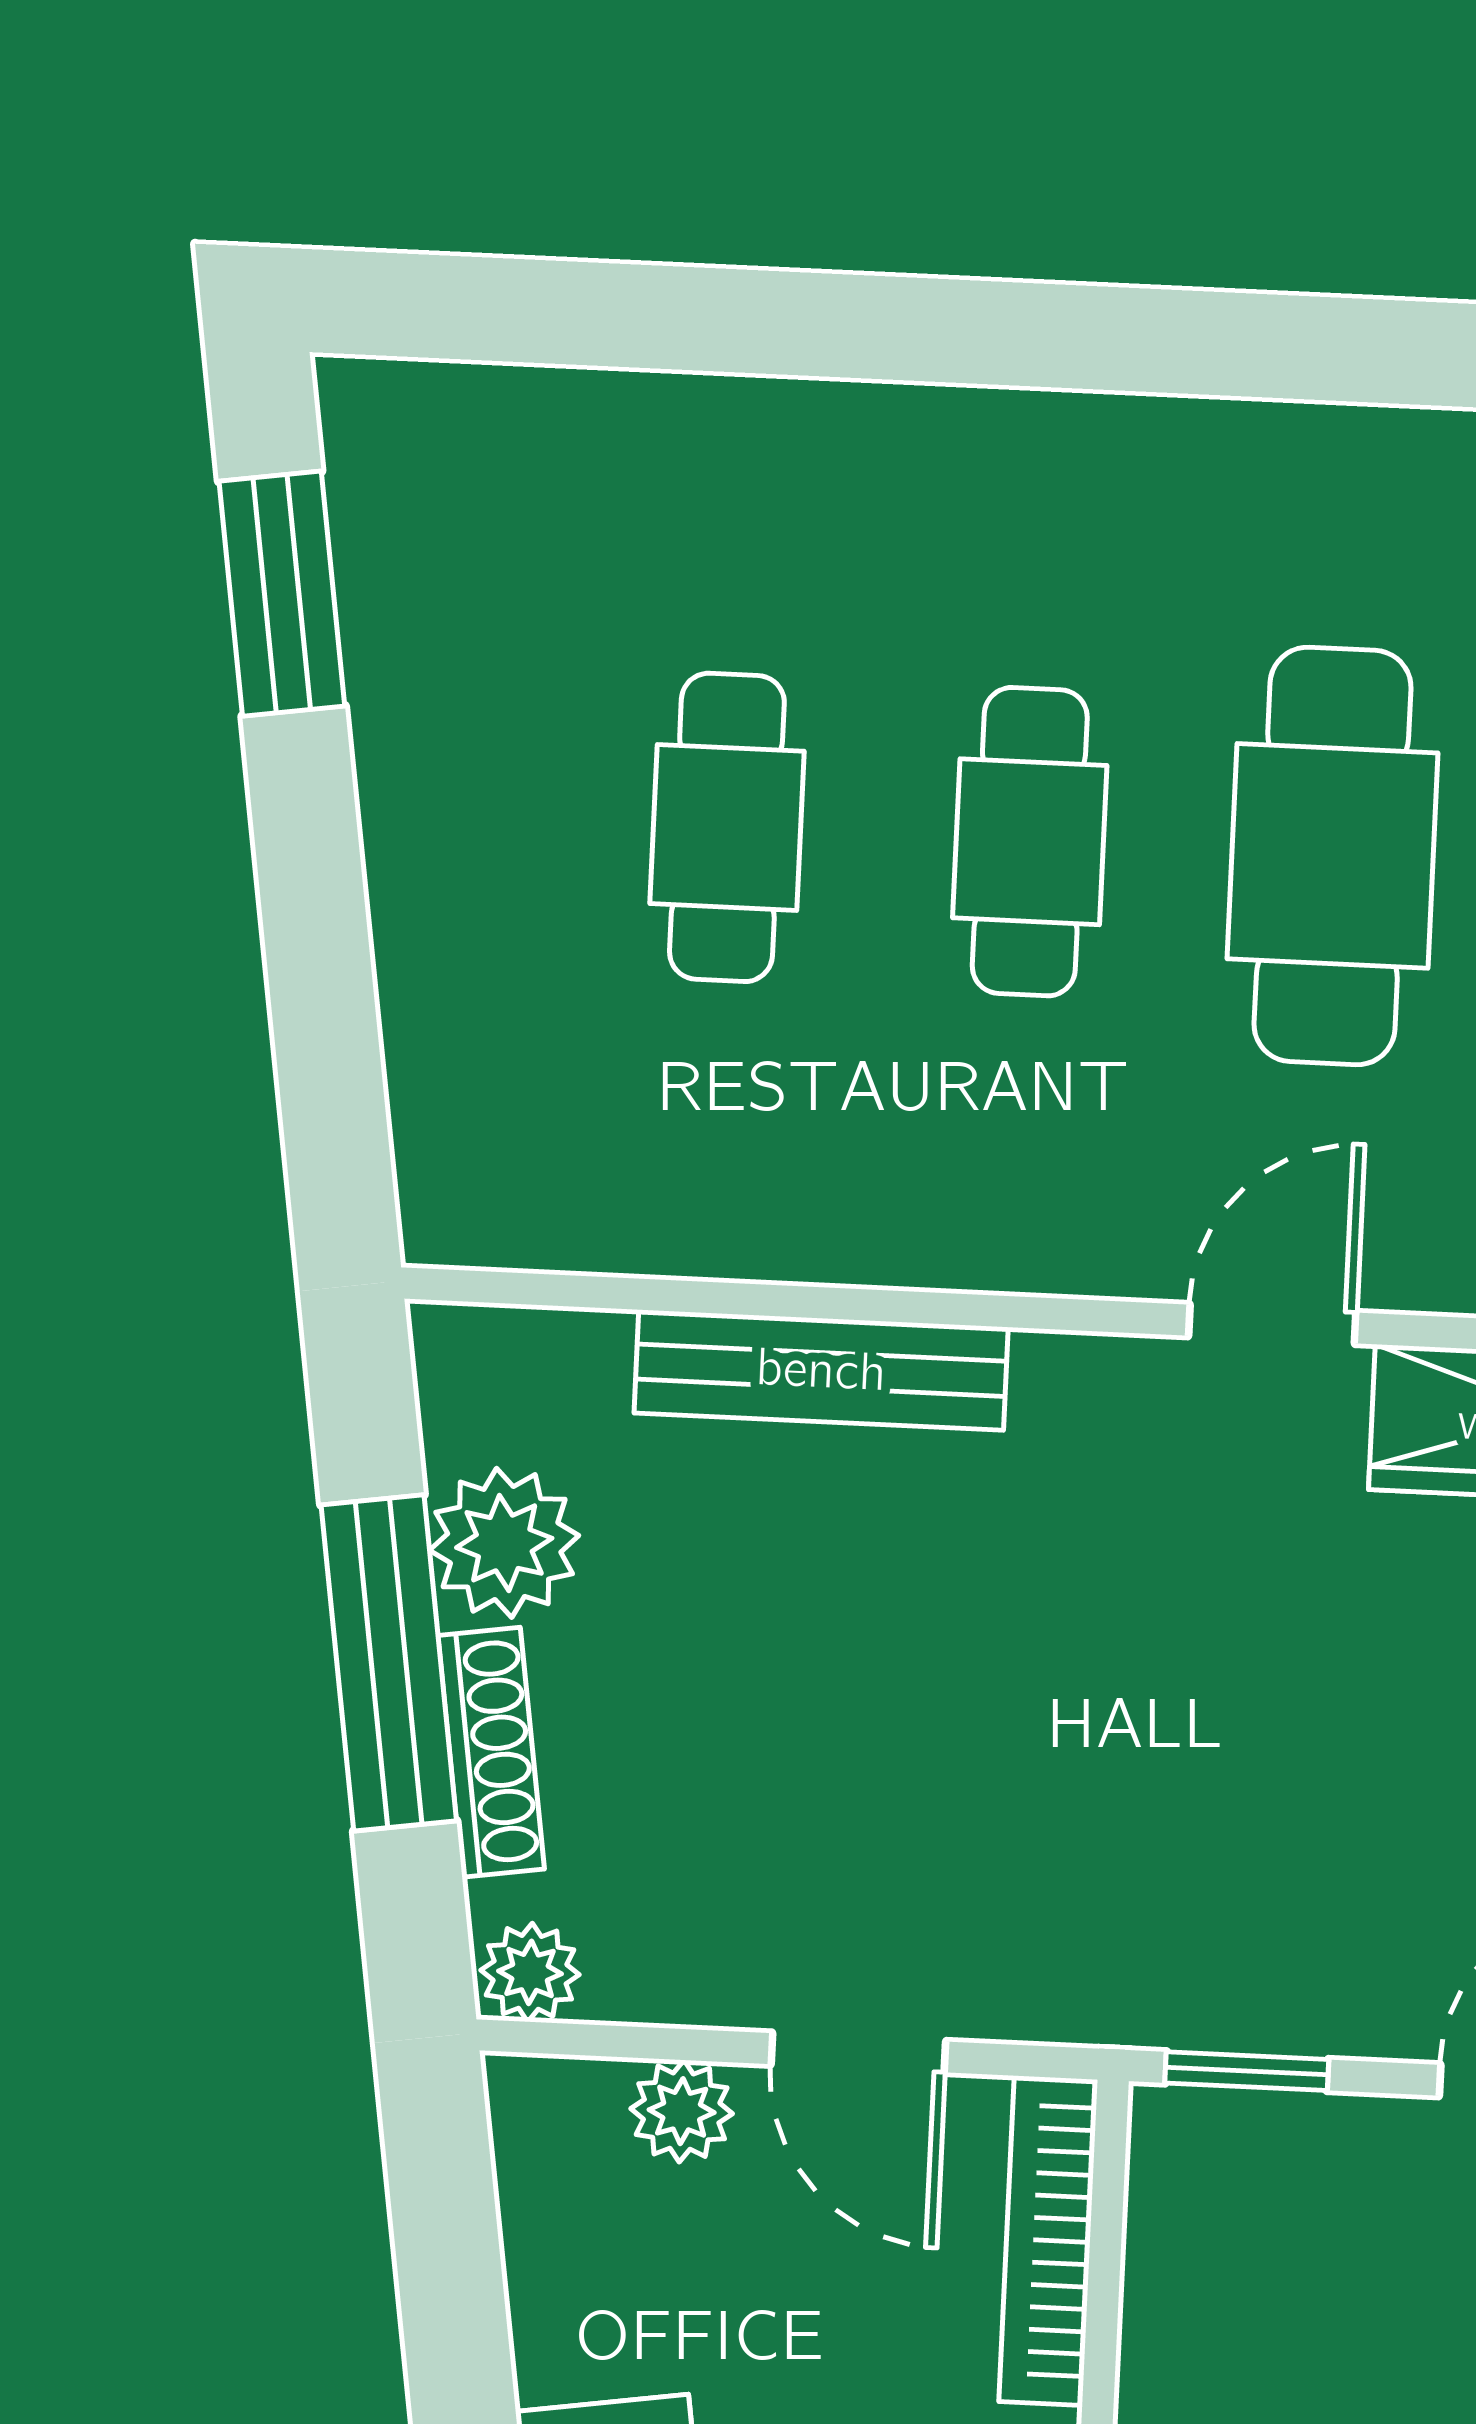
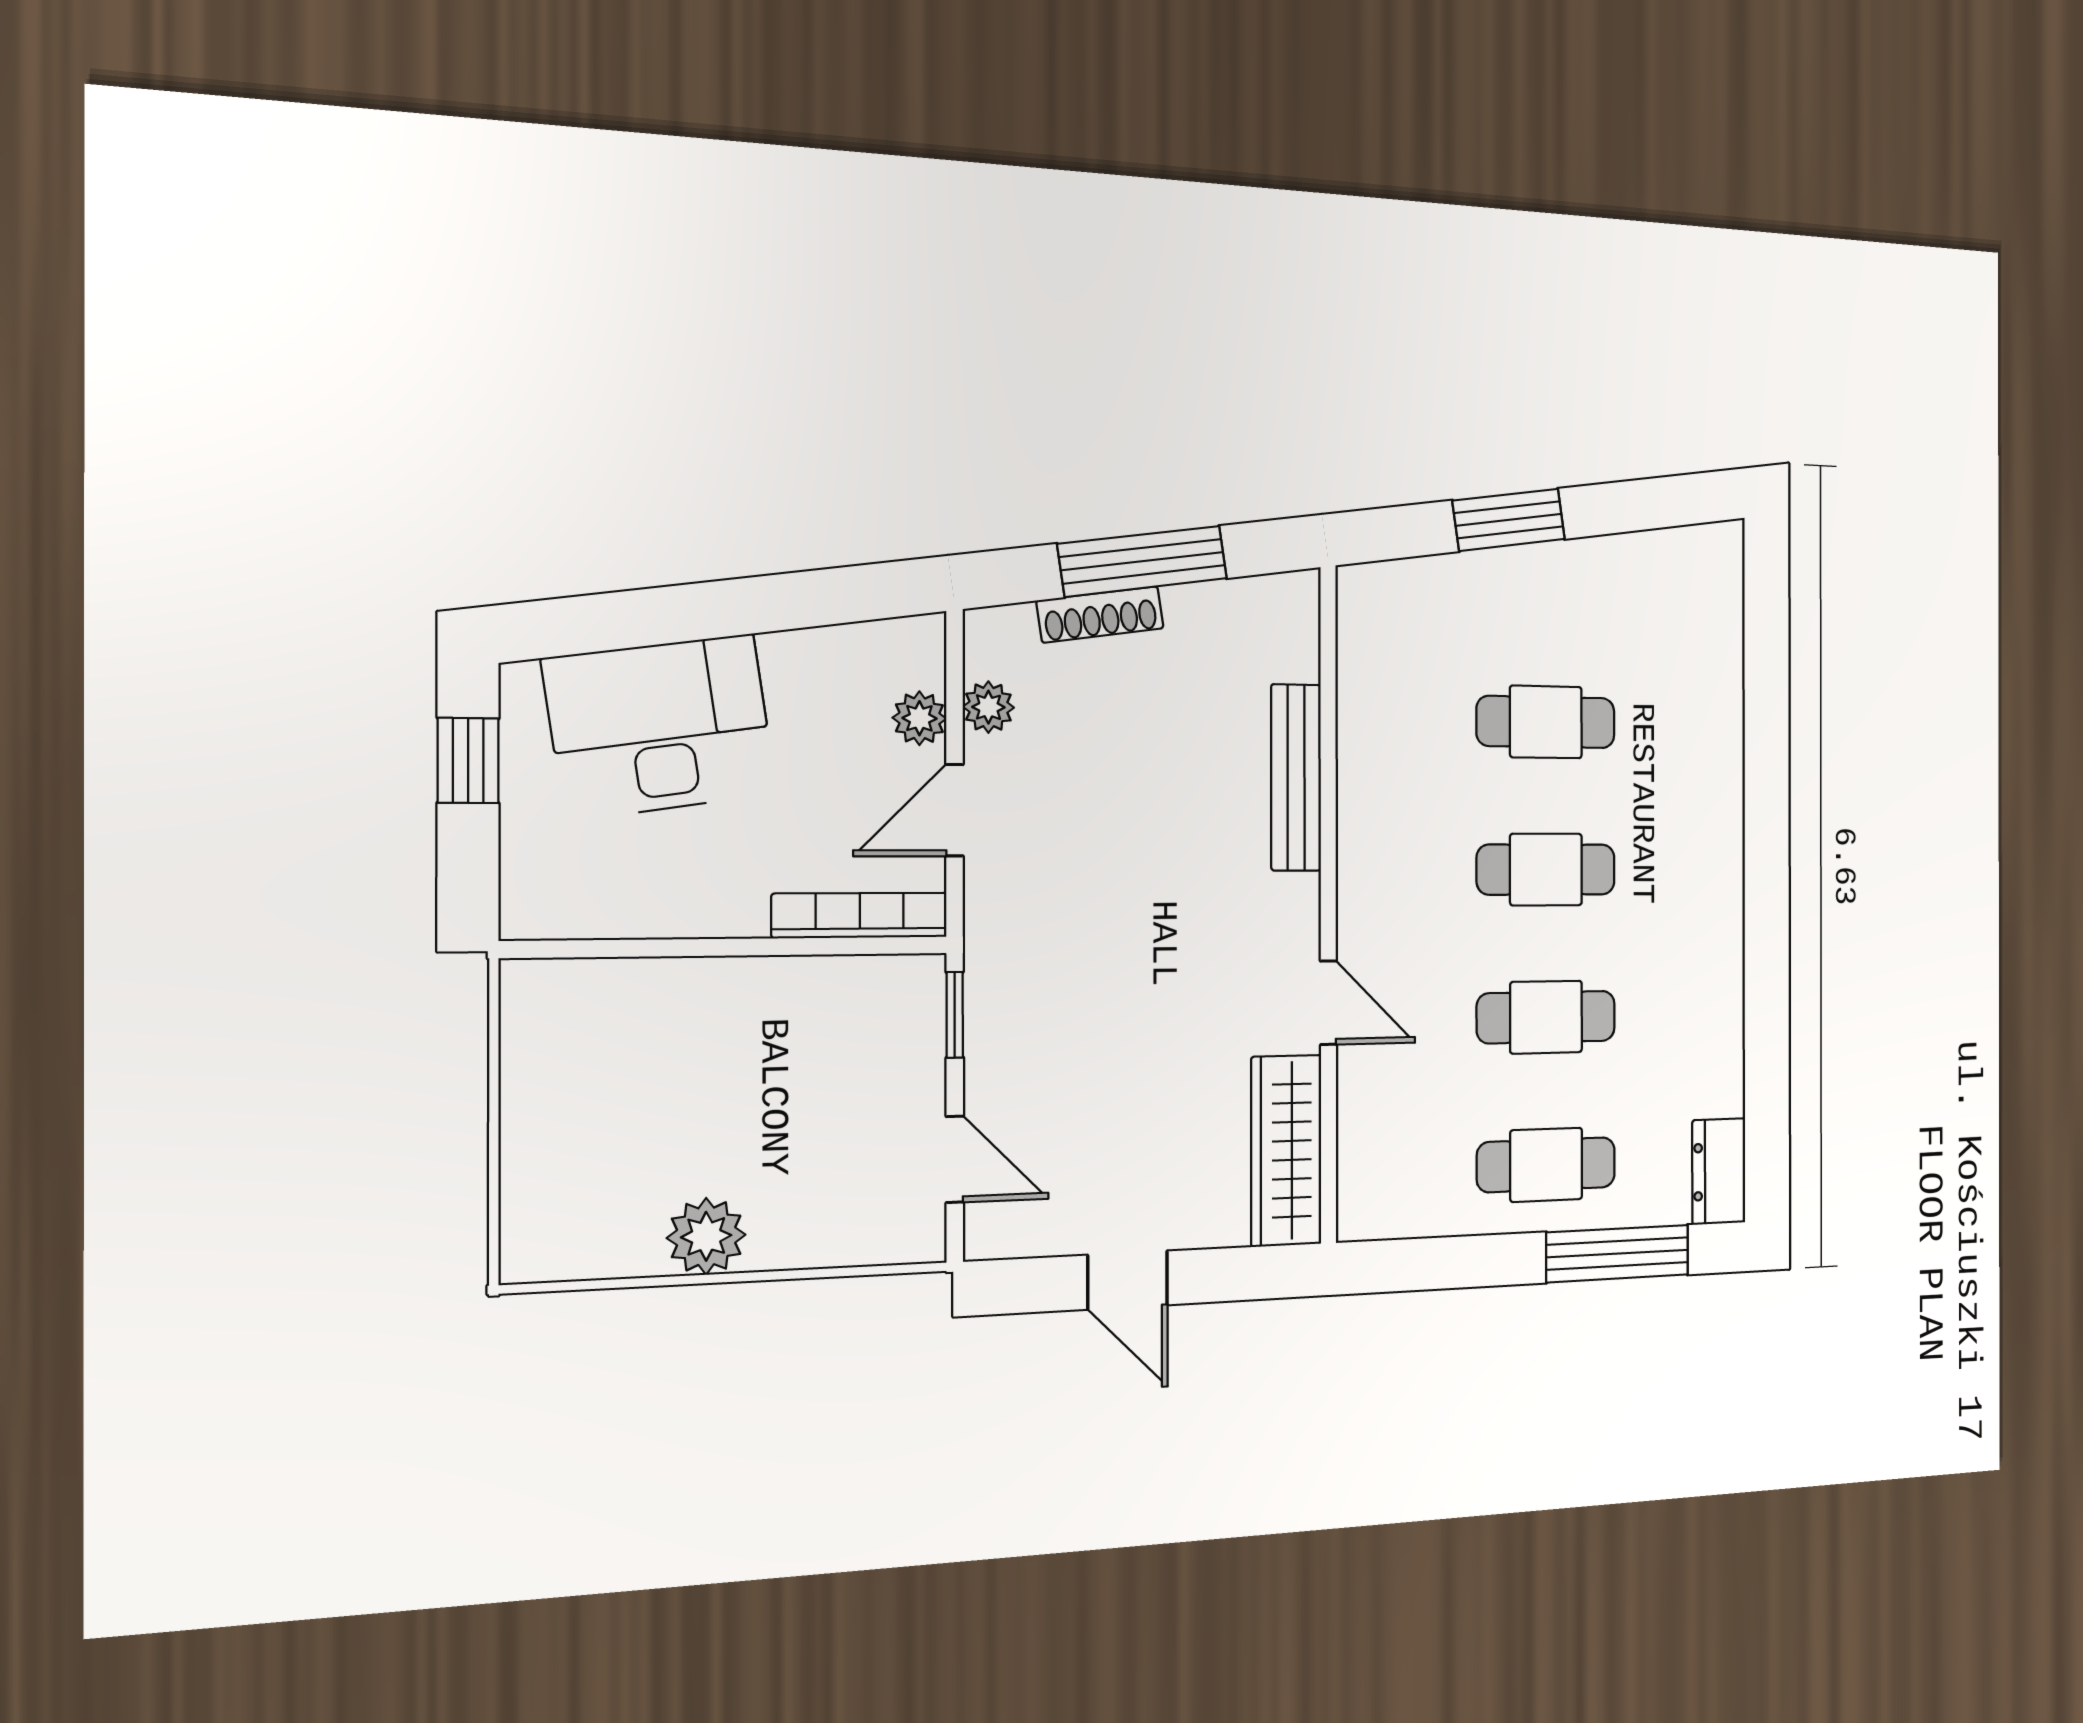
window: (282, 594) -> (1509, 520), moved
cafe table: (1333, 856) -> (1546, 1017), width x0.73, depth x0.74
plant: (504, 1543) -> (1205, 619), removed
plant: (530, 1972) -> (988, 707), moved

